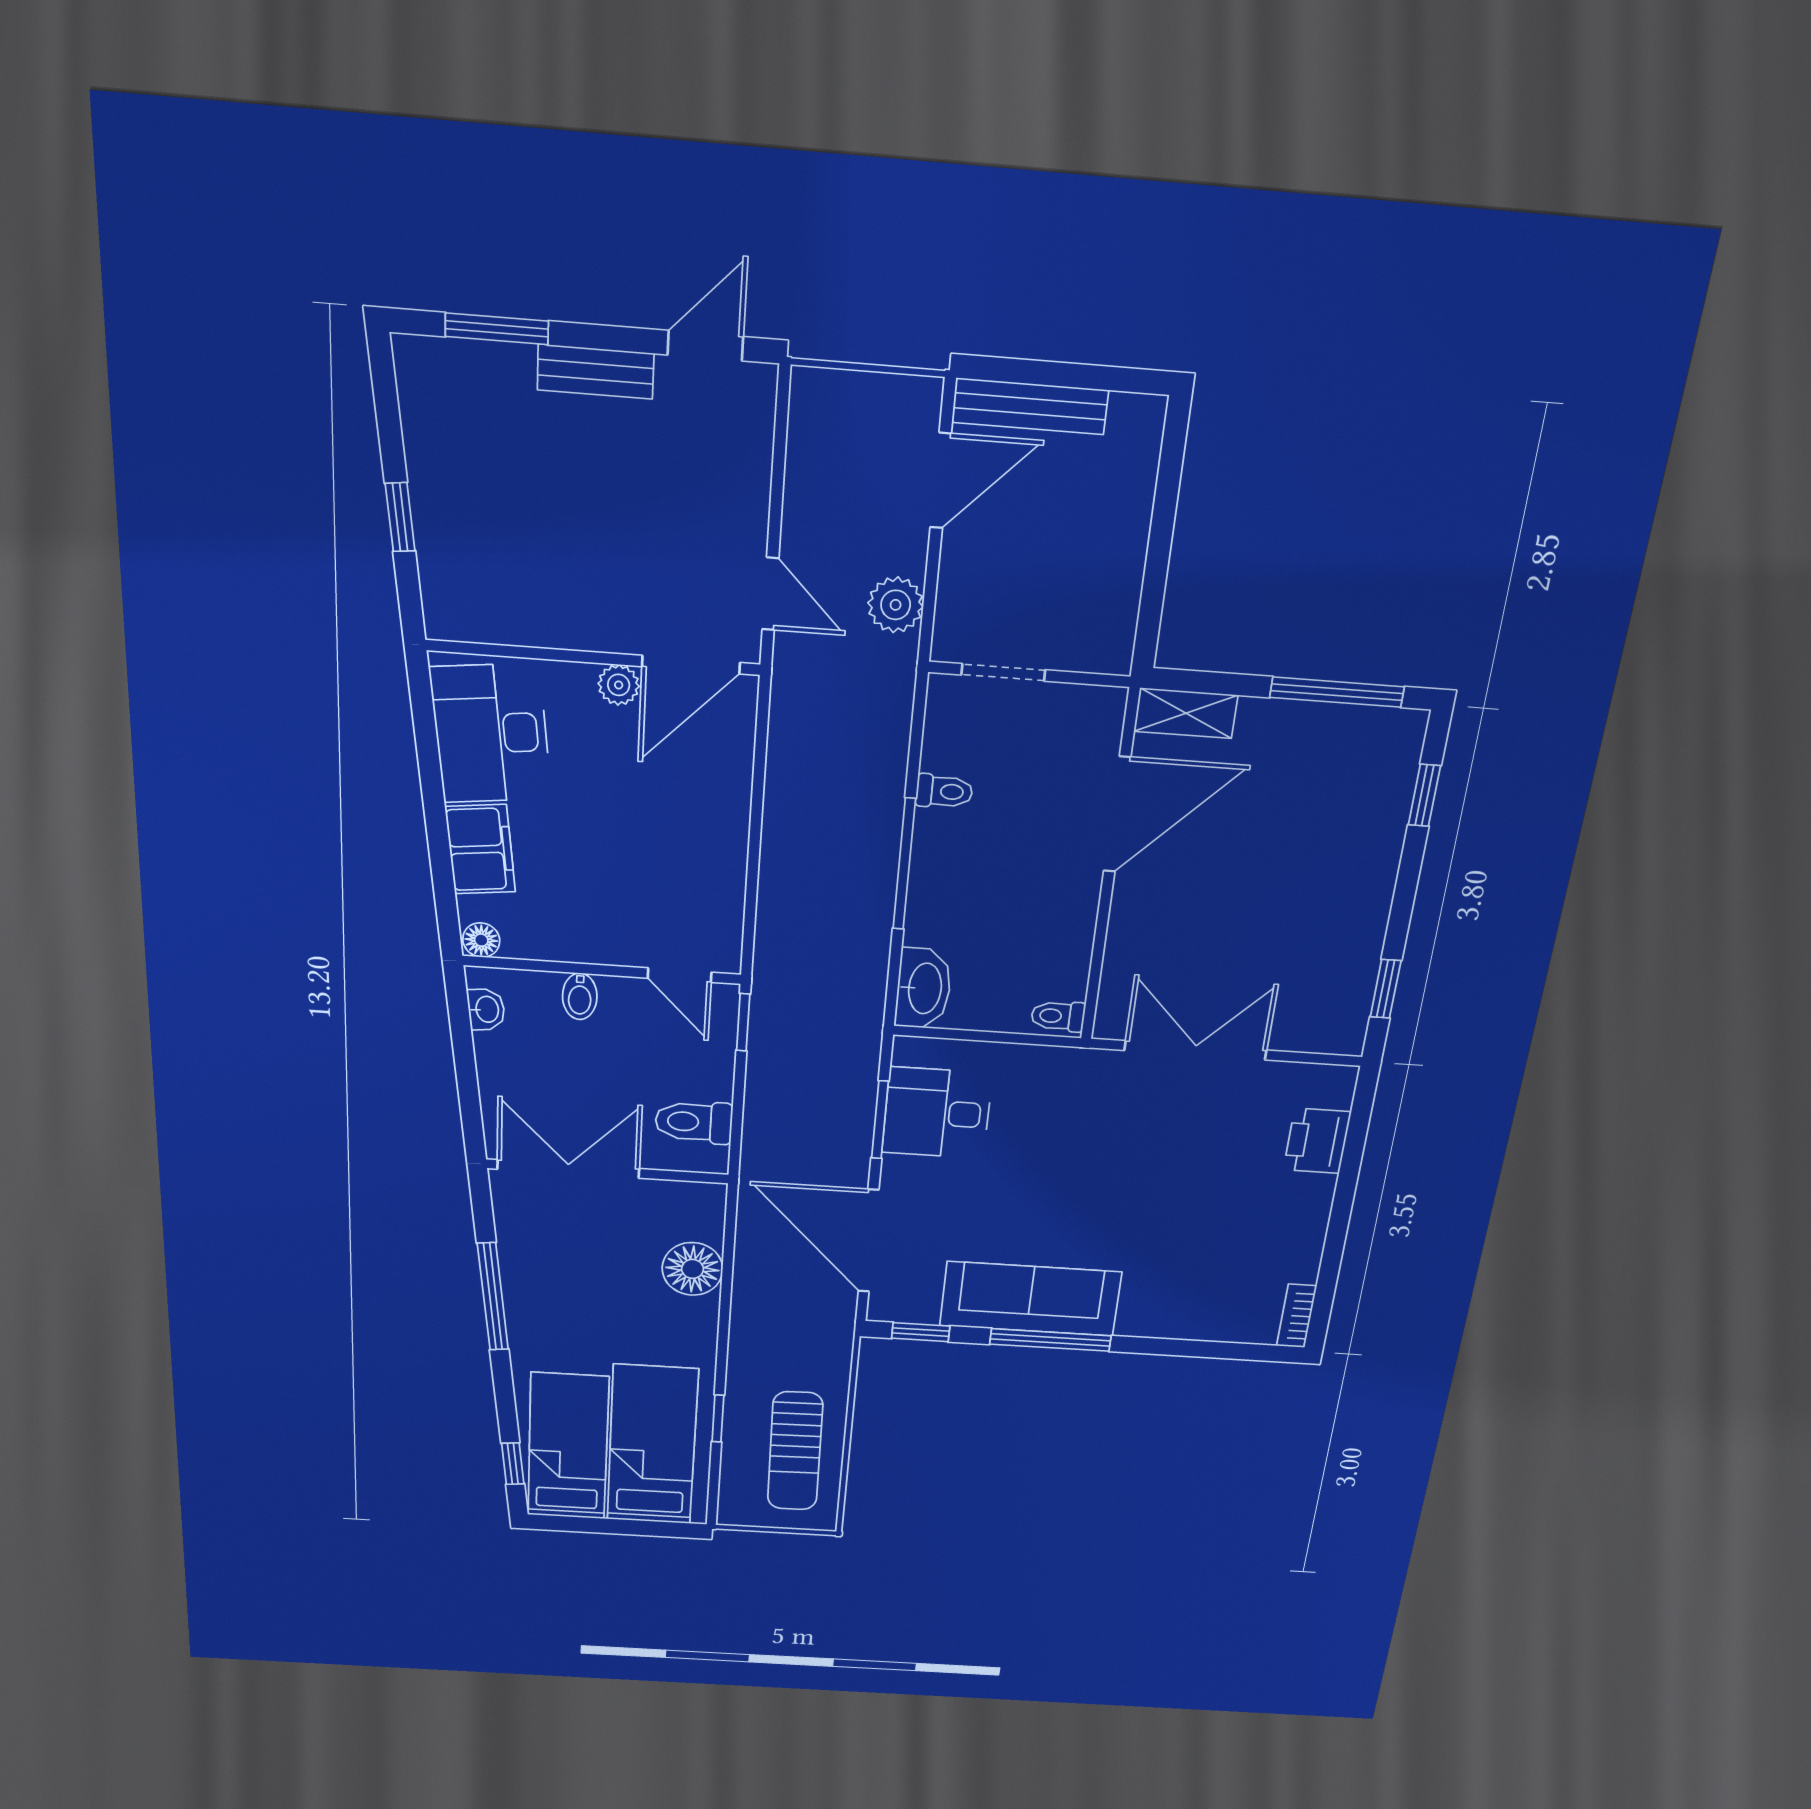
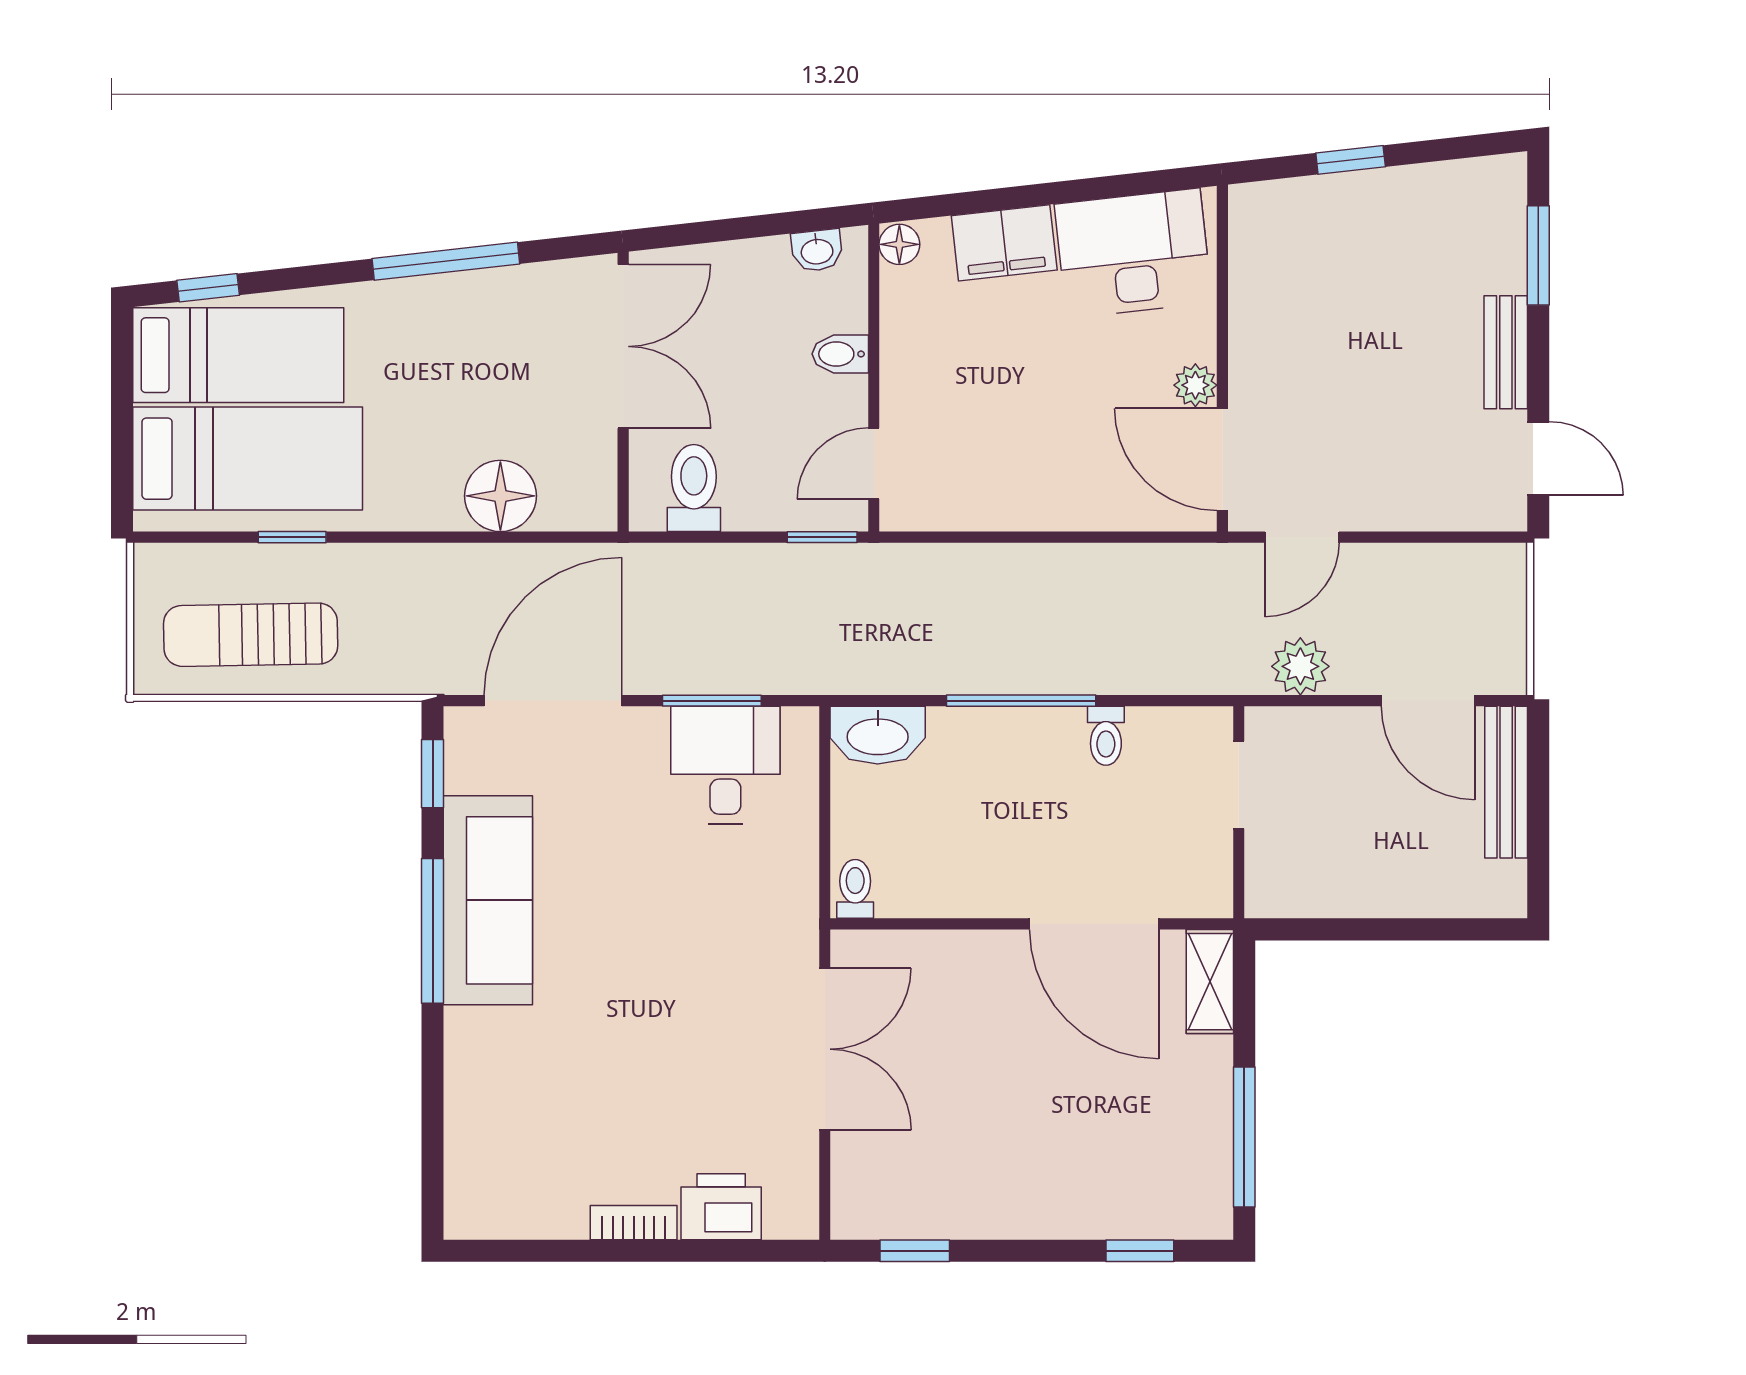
bookcase: (1297, 1316) -> (634, 1223), moved

